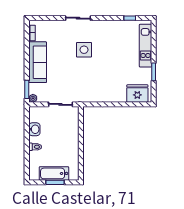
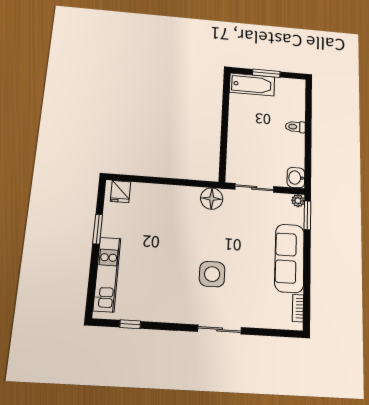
fridge: (137, 94) -> (120, 192), width x0.53, depth x0.75
floor lamp: (87, 96) -> (212, 199), added
washbasin: (34, 129) -> (296, 178), moved
bathtub: (54, 173) -> (252, 85), moved

